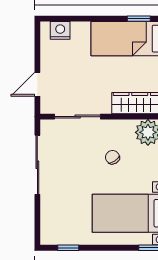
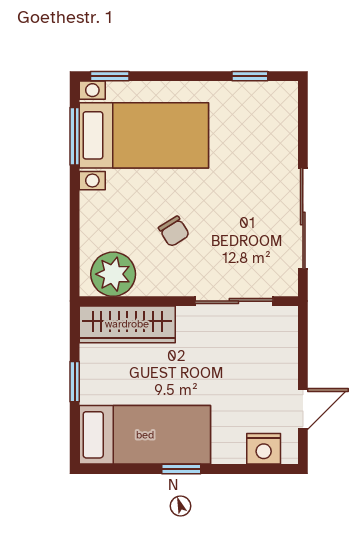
window: (139, 19) -> (181, 469), moved
door: (37, 84) -> (303, 409), moved

